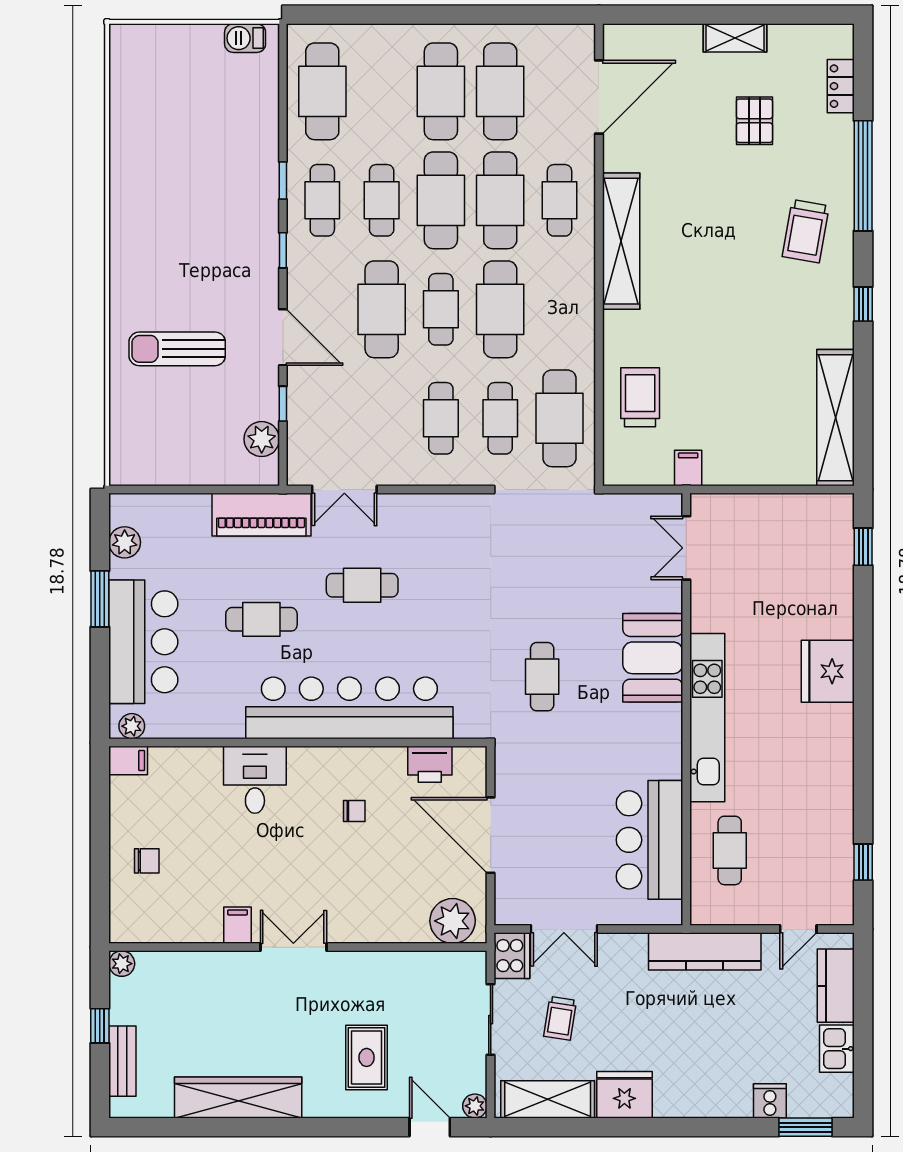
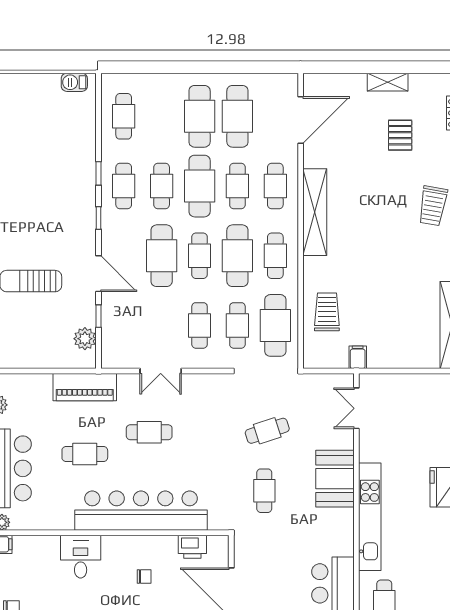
cafe table: (322, 91) -> (124, 116), width x0.73, depth x0.74
cafe table: (500, 200) -> (237, 186), width x0.73, depth x0.74
cafe table: (559, 309) -> (275, 256), added
double door: (344, 490) -> (161, 371), moved
cafe table: (547, 583) -> (267, 431), added

